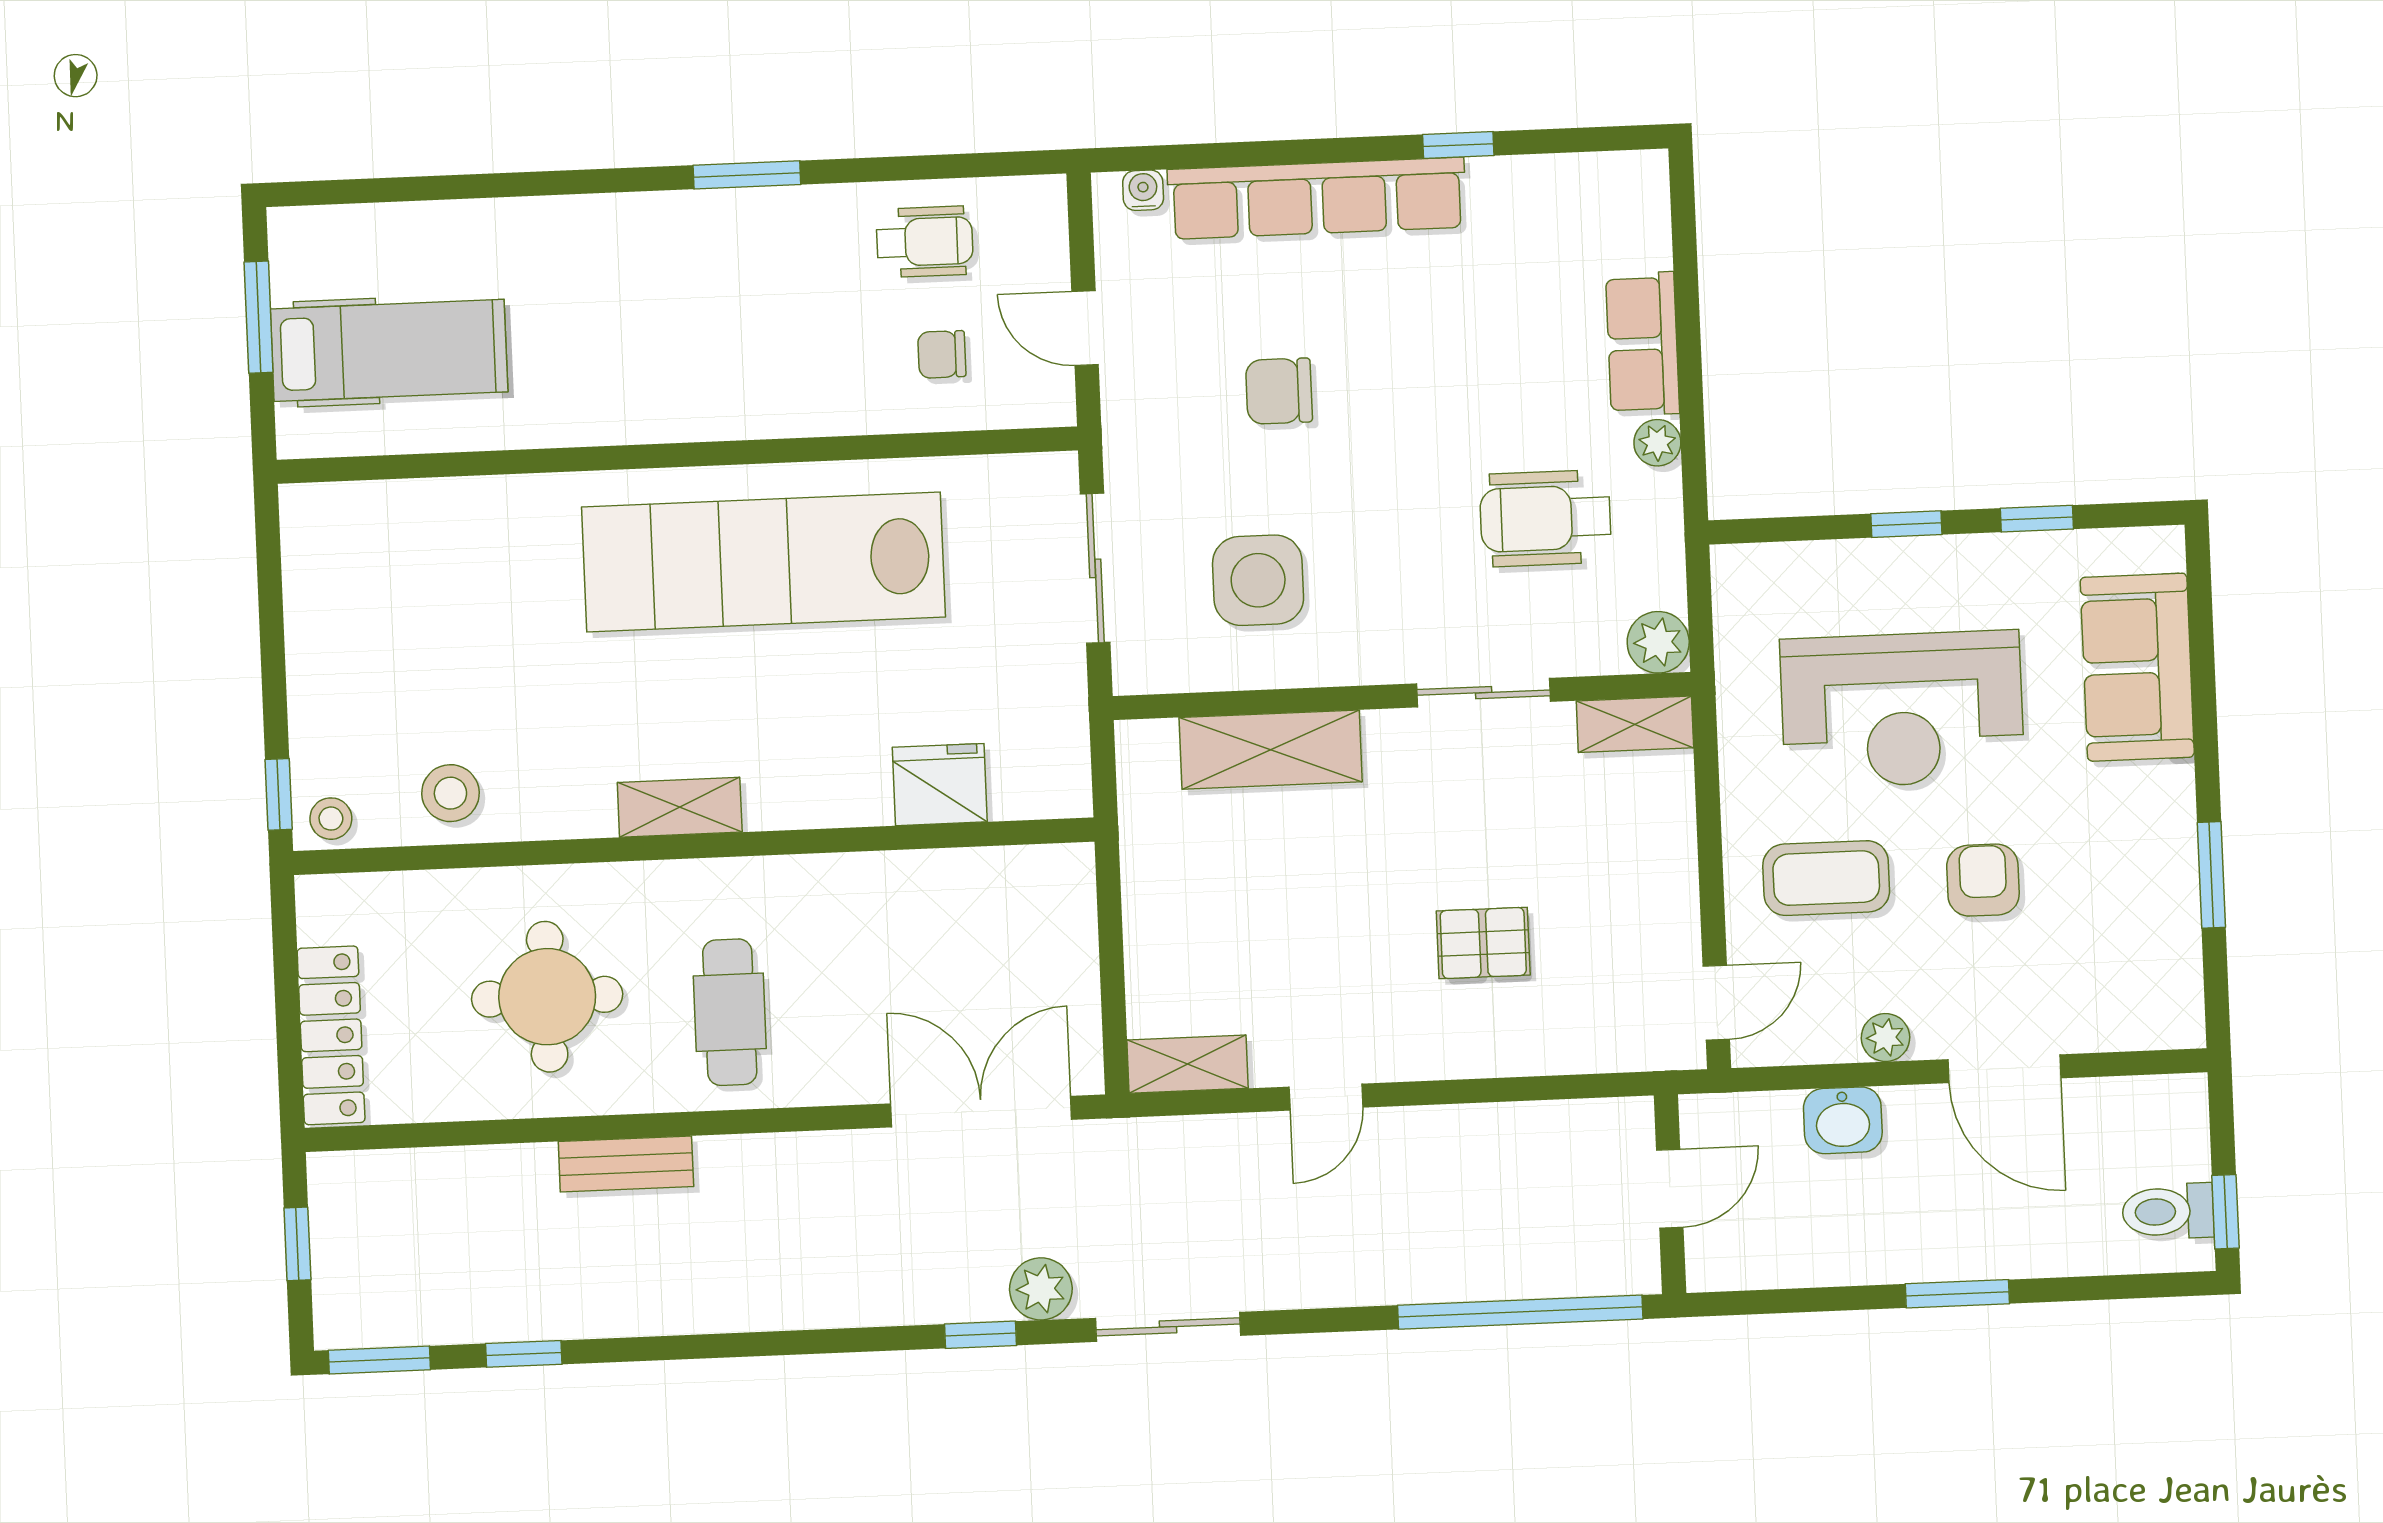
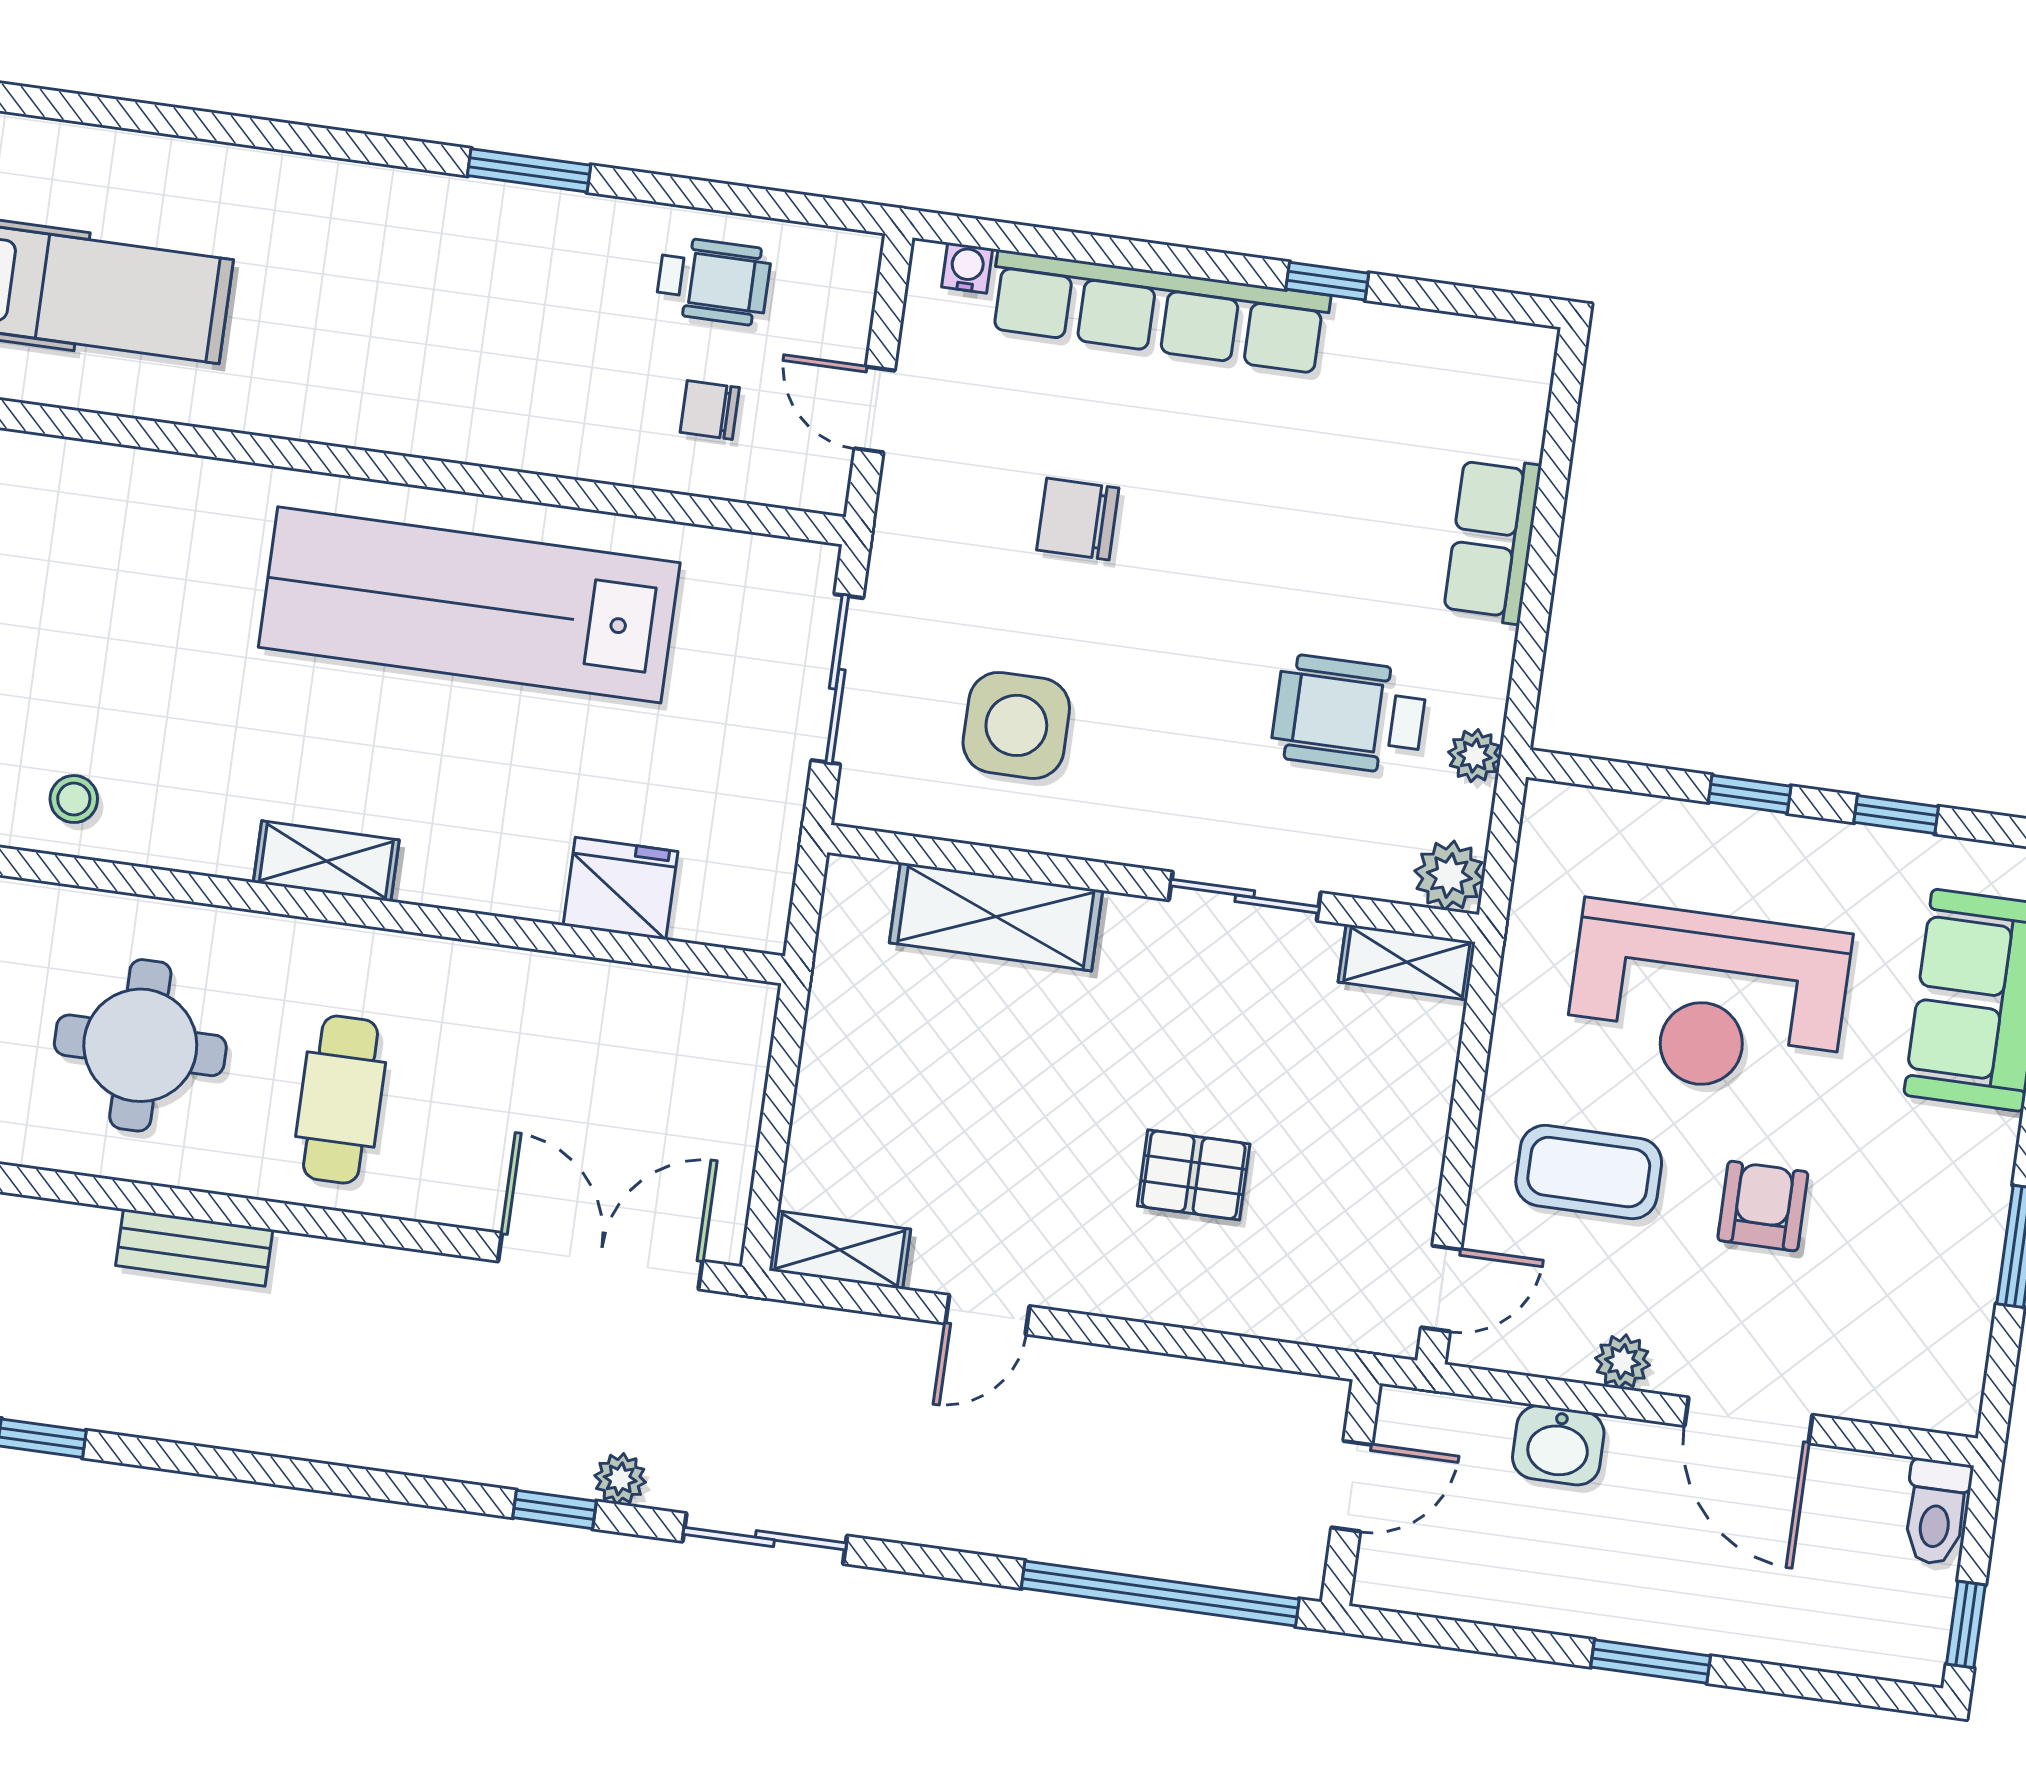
plant: (1657, 443) -> (1475, 756), moved
stool: (450, 793) -> (74, 799), width x0.73, depth x0.73
toilet: (2168, 1211) -> (1936, 1512), moved, turned -90
plant: (1041, 1289) -> (620, 1479), width x0.73, depth x0.73

